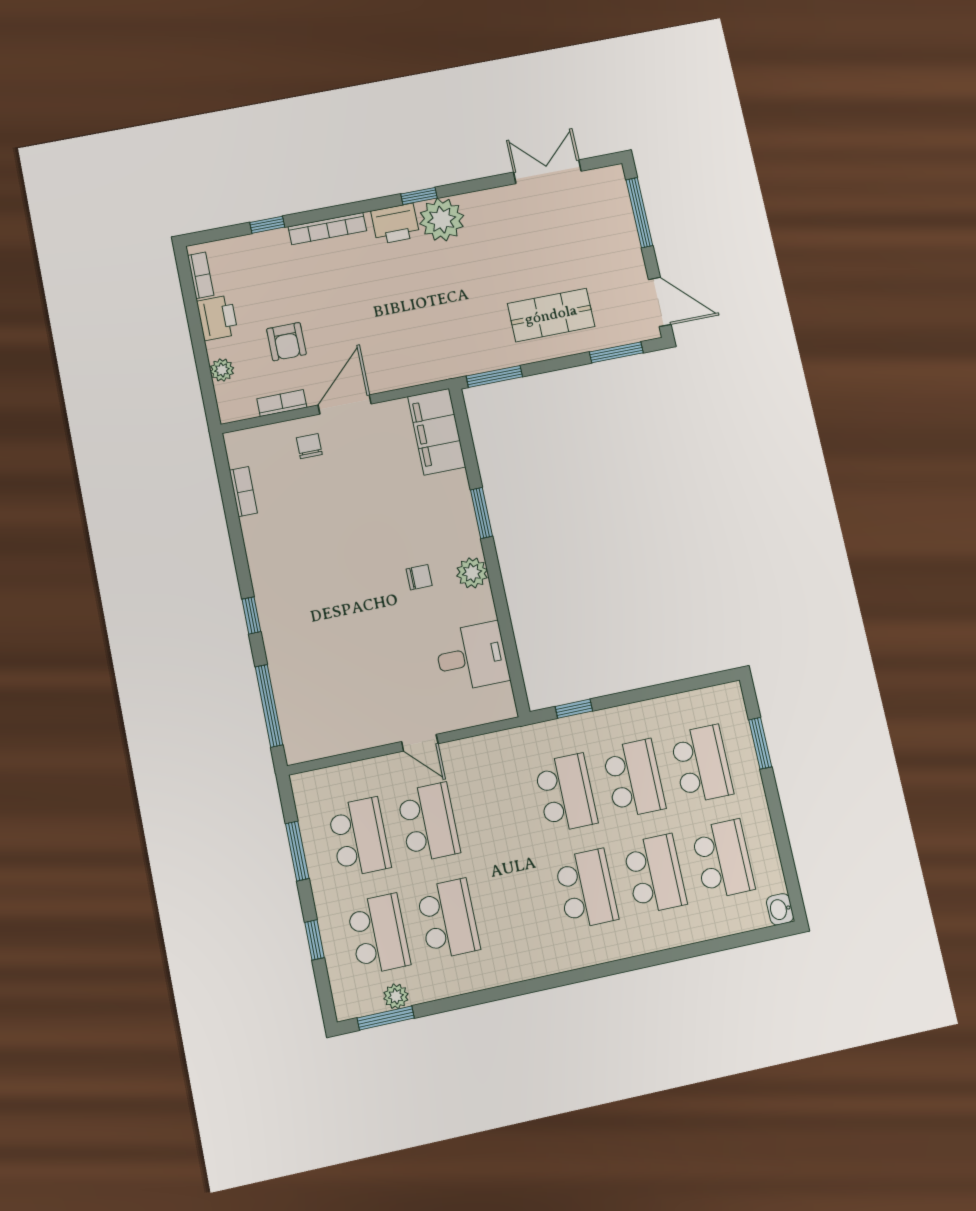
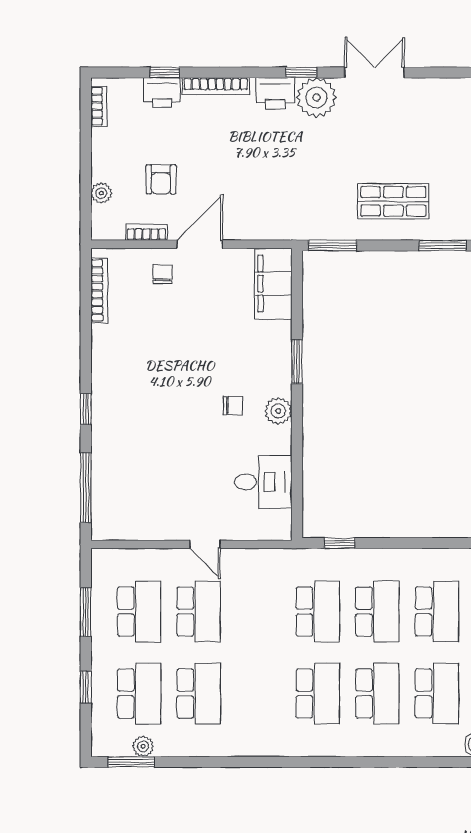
double door: (547, 172) -> (374, 72), moved
printer: (217, 318) -> (162, 93), moved, turned 90
bookcase: (243, 492) -> (99, 290), width x1.56

